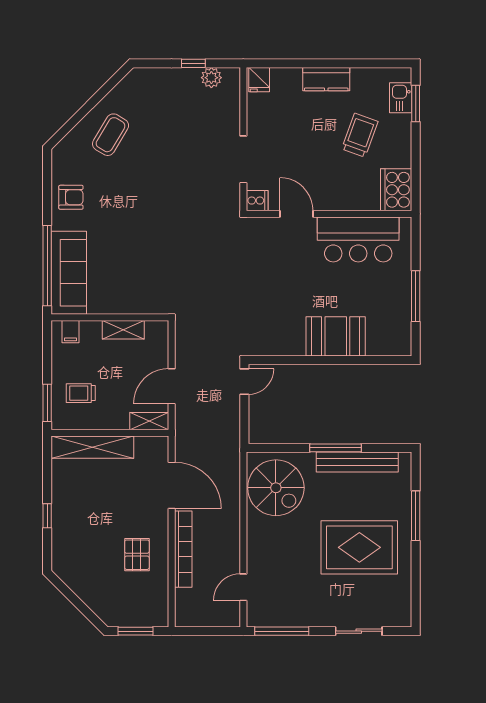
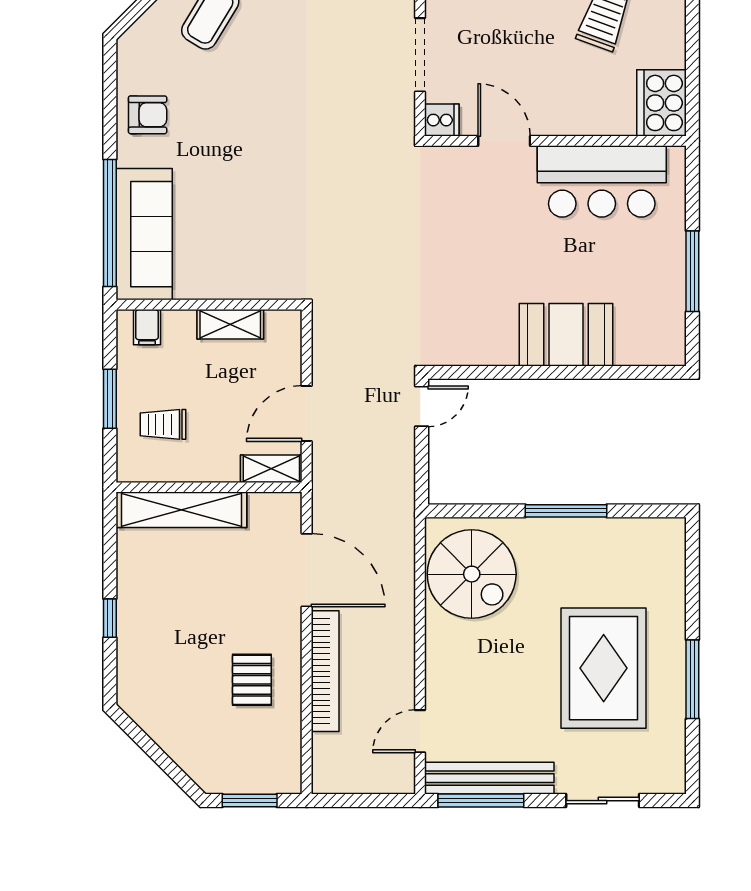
window: (47, 403) -> (110, 399), moved
bench: (357, 462) -> (489, 778), moved
window: (416, 516) -> (692, 679), moved
rug: (359, 547) -> (604, 668), turned 90

